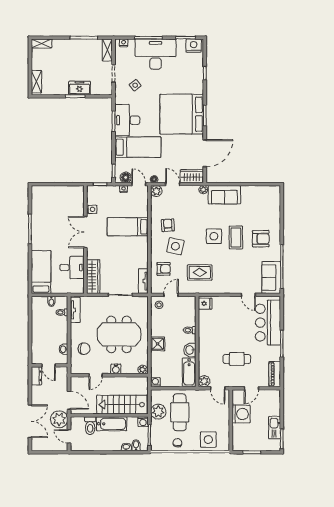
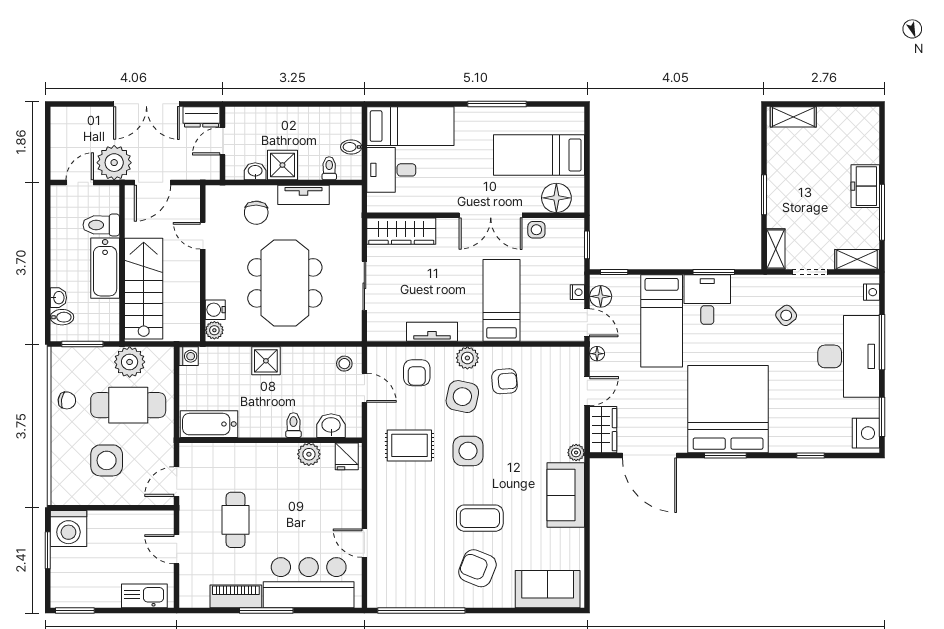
shelving: (41, 44) -> (776, 249), moved
freezer: (80, 88) -> (865, 186), moved, turned 180
desk: (127, 120) -> (707, 300), width x0.73
door: (139, 184) -> (587, 323), hinge flipped
plant: (156, 191) -> (467, 358), moved
floor lamp: (77, 199) -> (556, 198), added
bed: (55, 208) -> (539, 155), added
double door: (85, 232) -> (491, 215), swing flipped
side table: (214, 236) -> (468, 451), moved
armchair: (261, 239) -> (477, 568), turned 112
desk: (72, 268) -> (391, 170), moved, turned 90
rug: (200, 272) -> (409, 445), turned 90
sofa: (271, 278) -> (548, 589), moved
tv unit: (143, 281) -> (432, 332), moved
door: (248, 295) -> (364, 543), hinge flipped
tv unit: (75, 310) -> (303, 195), moved
shower: (60, 336) -> (282, 165), added
washbasin: (190, 350) -> (331, 426), moved
water cooler: (116, 369) -> (215, 310), moved
piano: (275, 374) -> (236, 596), moved
plant: (204, 381) -> (309, 454), moved
washing machine: (241, 414) -> (68, 529), moved
double door: (30, 421) -> (146, 104), moved
washing machine: (143, 422) -> (109, 331), removed
kitchen sink: (275, 428) -> (144, 596), moved
side table: (208, 440) -> (107, 460), moved

